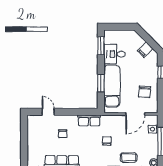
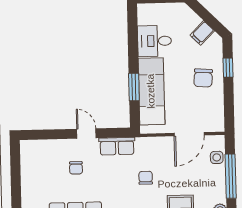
window: (101, 46) -> (133, 29), removed
chair: (145, 92) -> (203, 78), moved
door: (48, 112) -> (86, 133), moved

